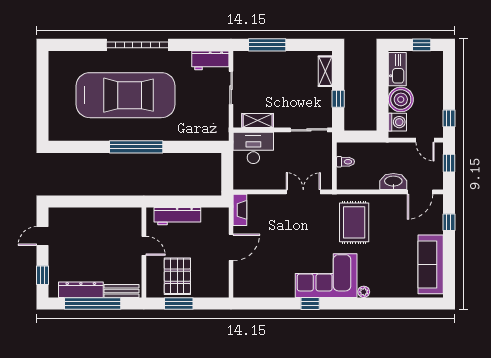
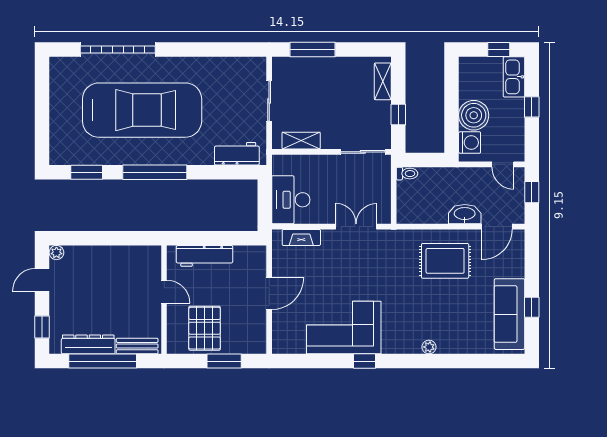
garage door: (137, 45) -> (118, 50), moved
workbench: (210, 60) -> (237, 154), moved, turned 180
kitchen sink: (397, 69) -> (514, 77), moved, turned 180
window: (449, 118) -> (532, 107), moved
window: (80, 147) -> (87, 172), added
desk: (253, 148) -> (291, 200), moved, turned -90
toilet: (345, 162) -> (407, 174), moved
fireplace: (240, 210) -> (301, 237), moved, turned 90
plant: (54, 213) -> (56, 253), added
rug: (354, 222) -> (445, 261), moved, turned 90
window: (449, 222) -> (532, 307), moved
corner sofa: (326, 276) -> (344, 328), moved
window: (179, 304) -> (224, 361), moved

